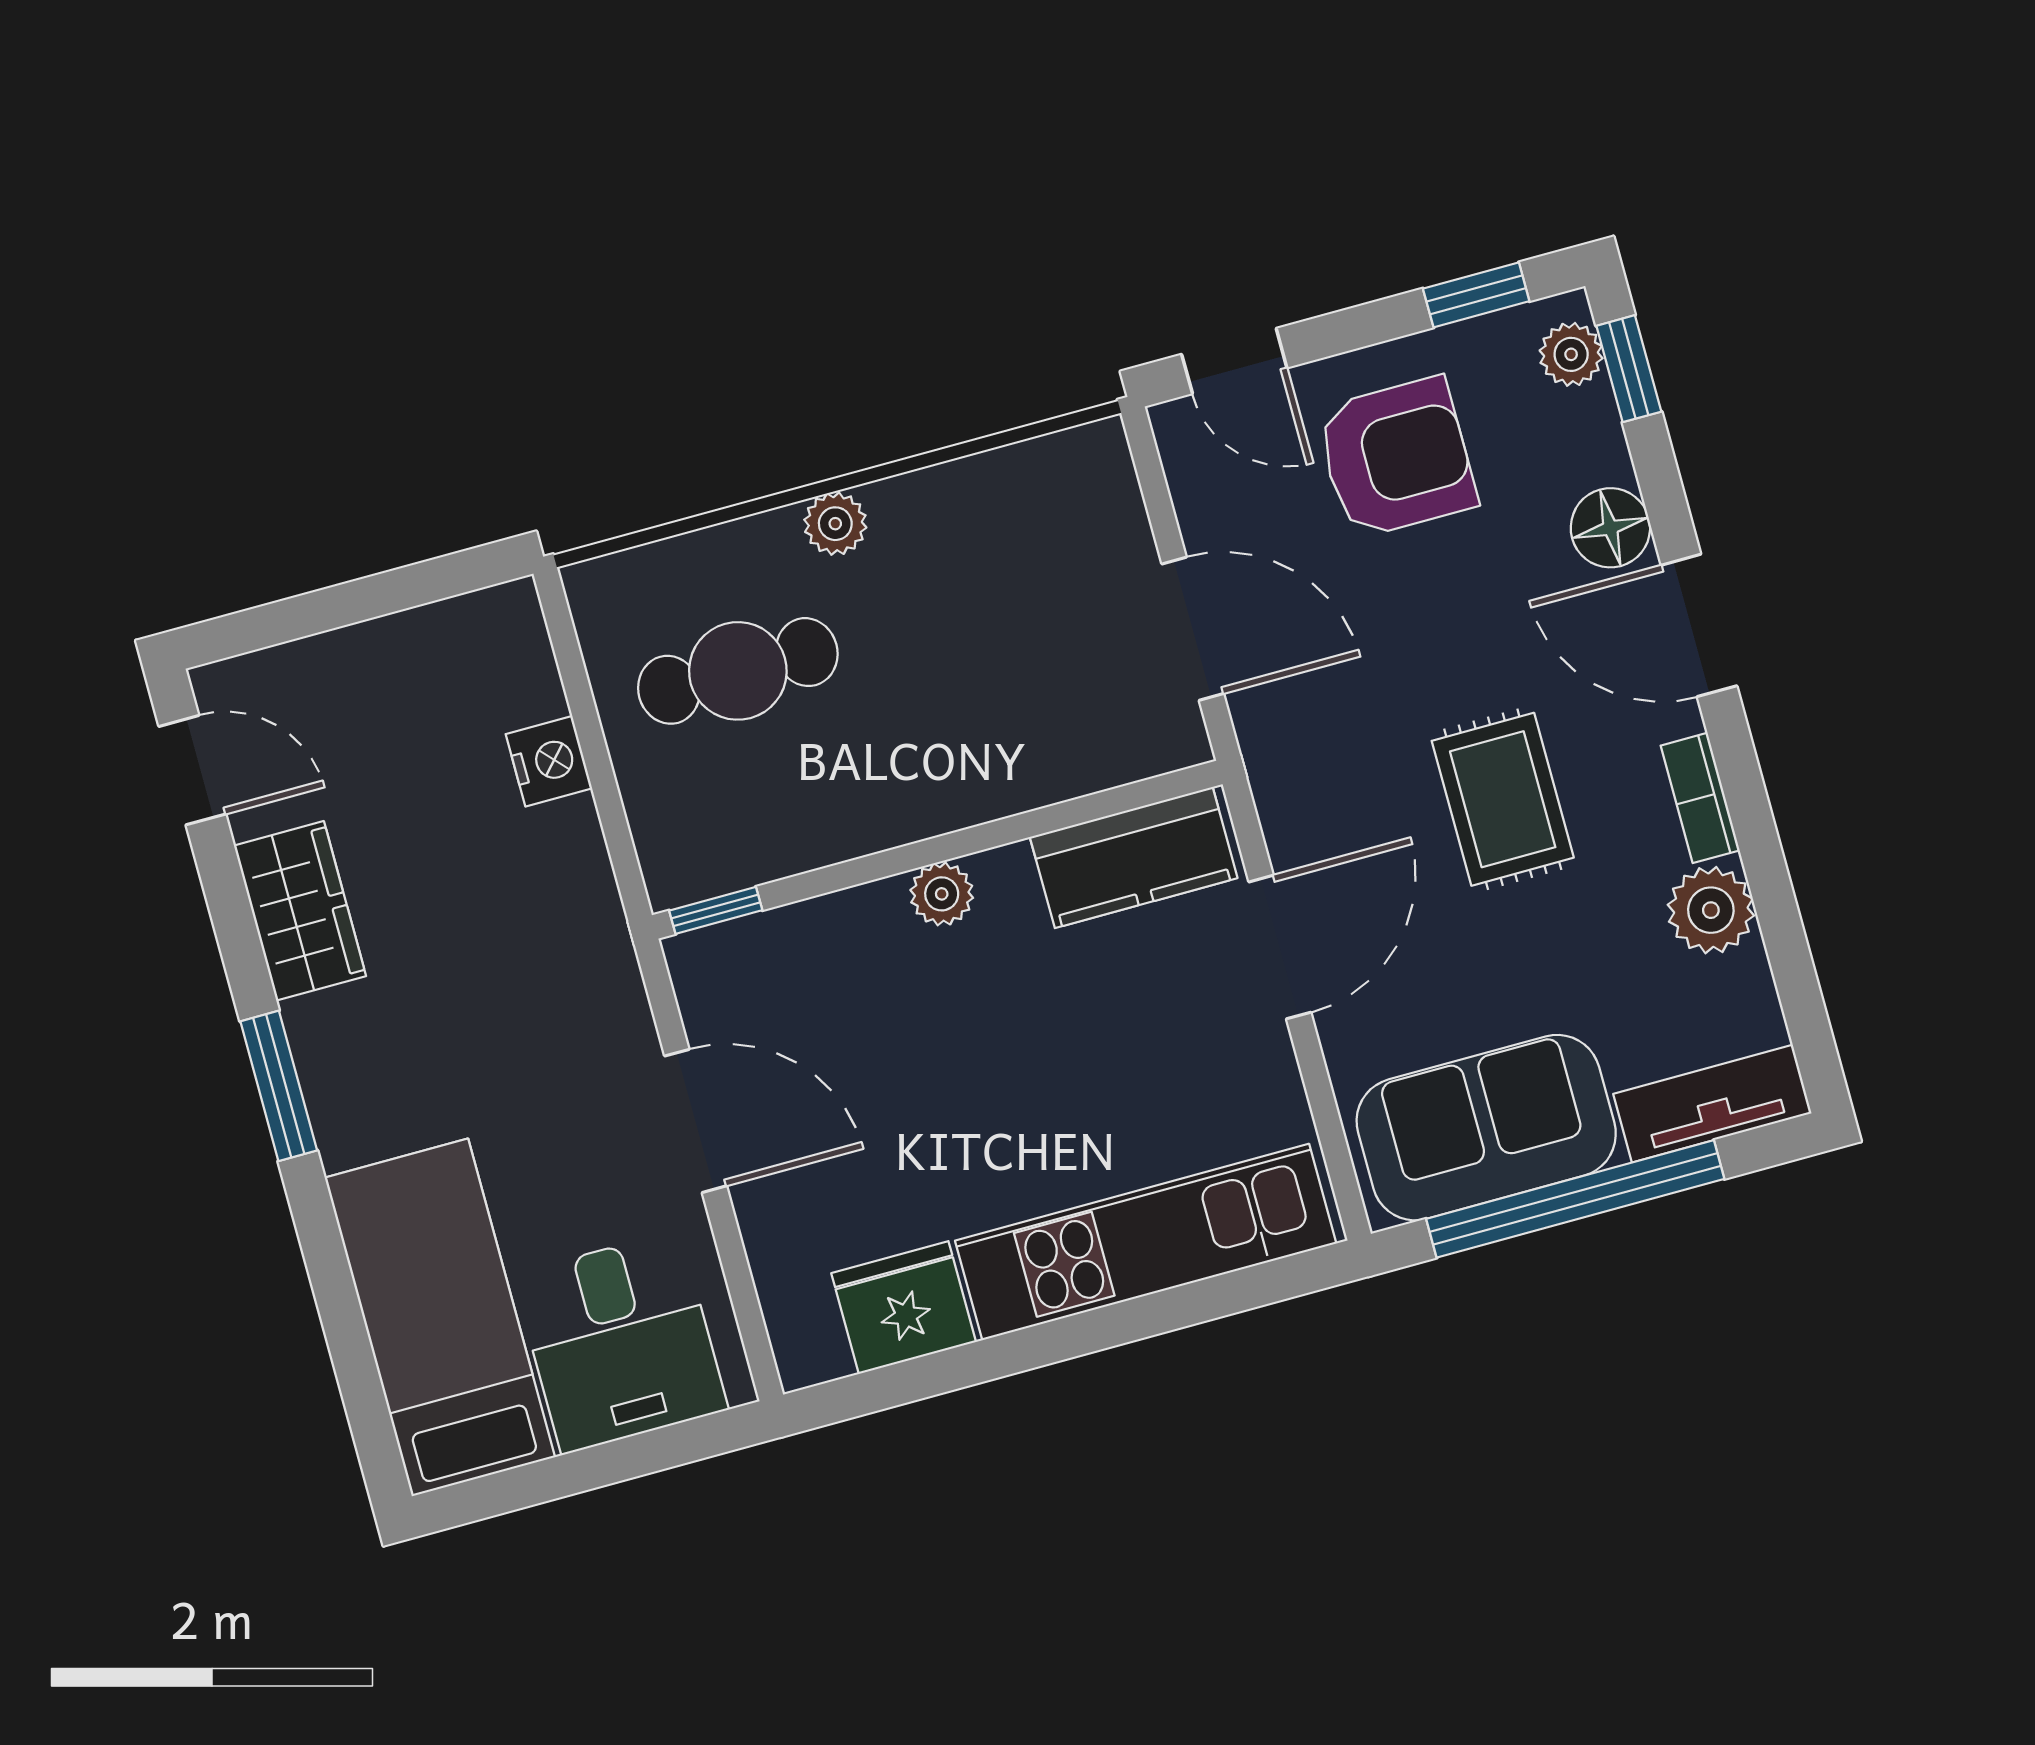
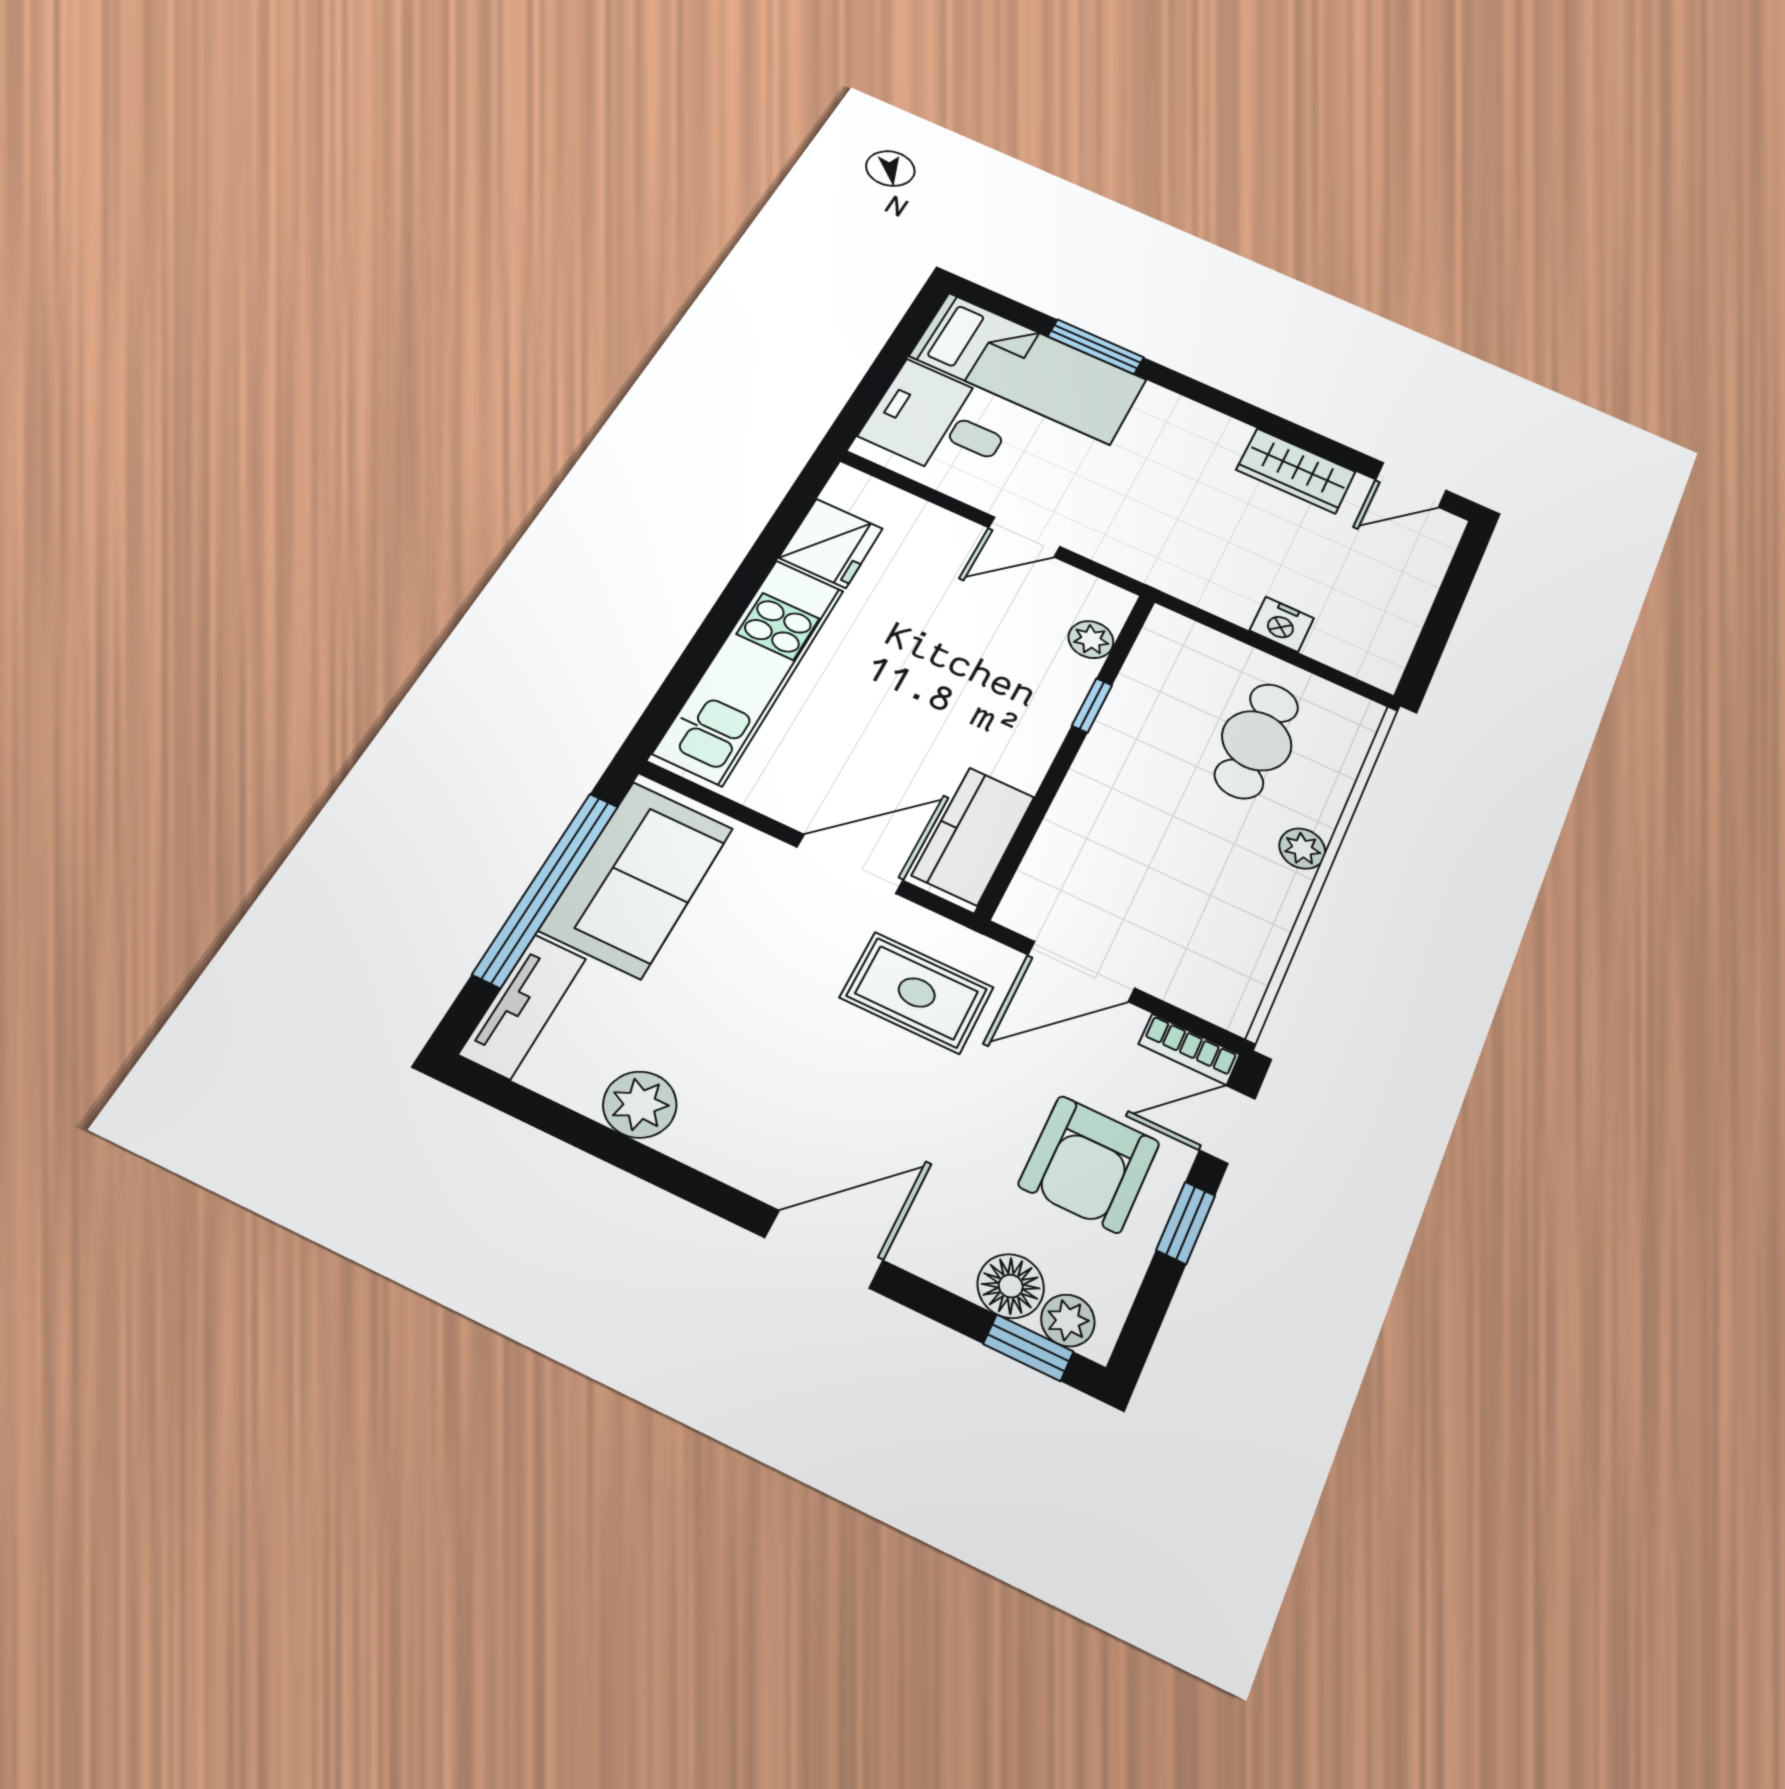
window: (1476, 295) -> (1186, 1223), moved
floor lamp: (1610, 528) -> (1011, 1286), moved
bookcase: (1700, 798) -> (1189, 1049), moved, turned 180
rug: (1503, 799) -> (917, 992), moved
plant: (942, 894) -> (1091, 640), moved
window: (716, 910) -> (1092, 705), moved
door: (1280, 947) -> (850, 864), swing flipped
window: (279, 1086) -> (1096, 347), moved
door: (696, 1121) -> (1024, 537), width x0.73

